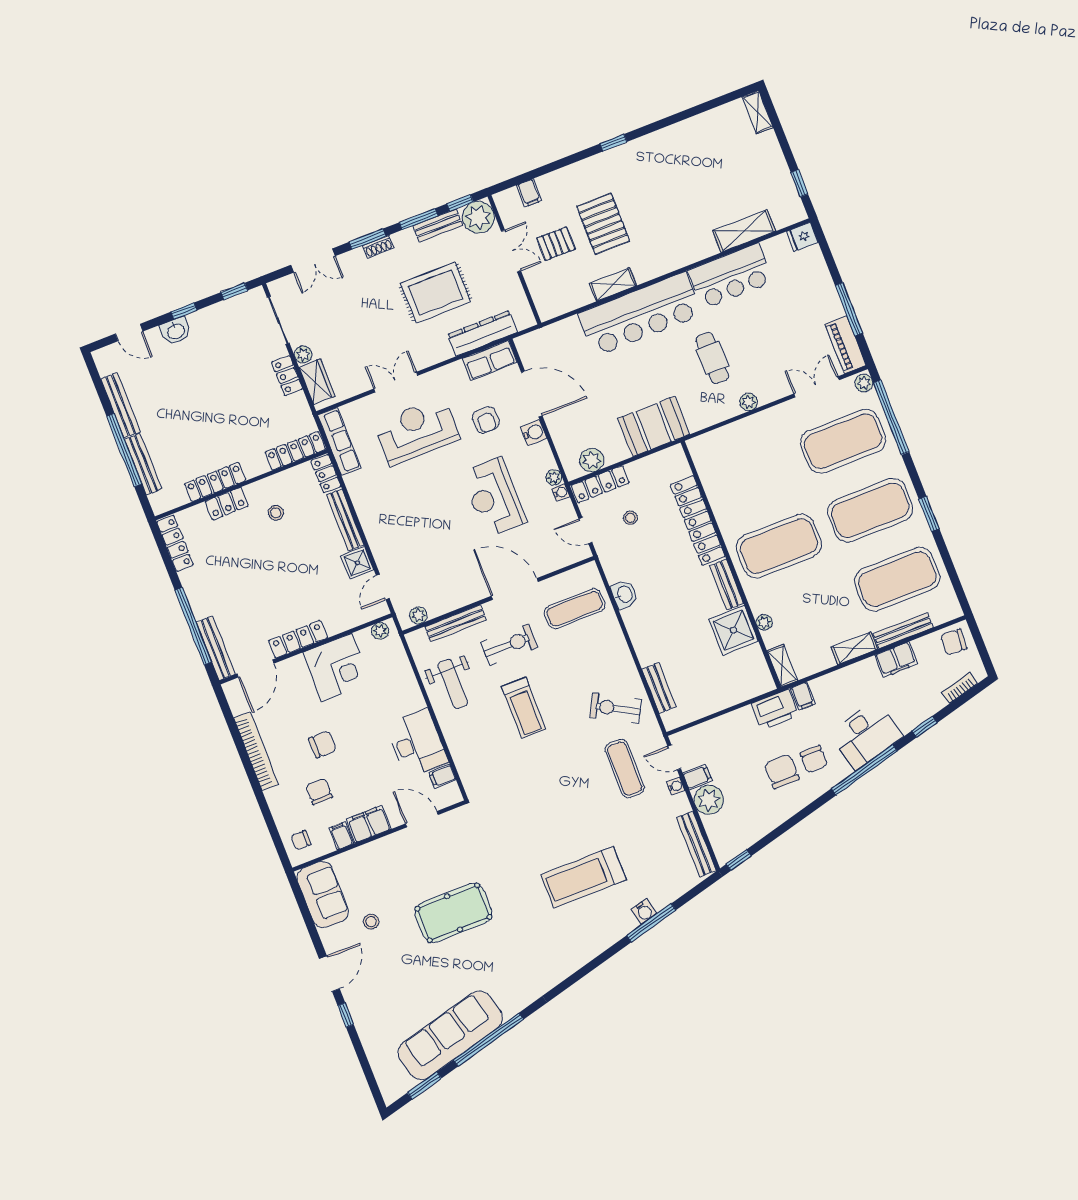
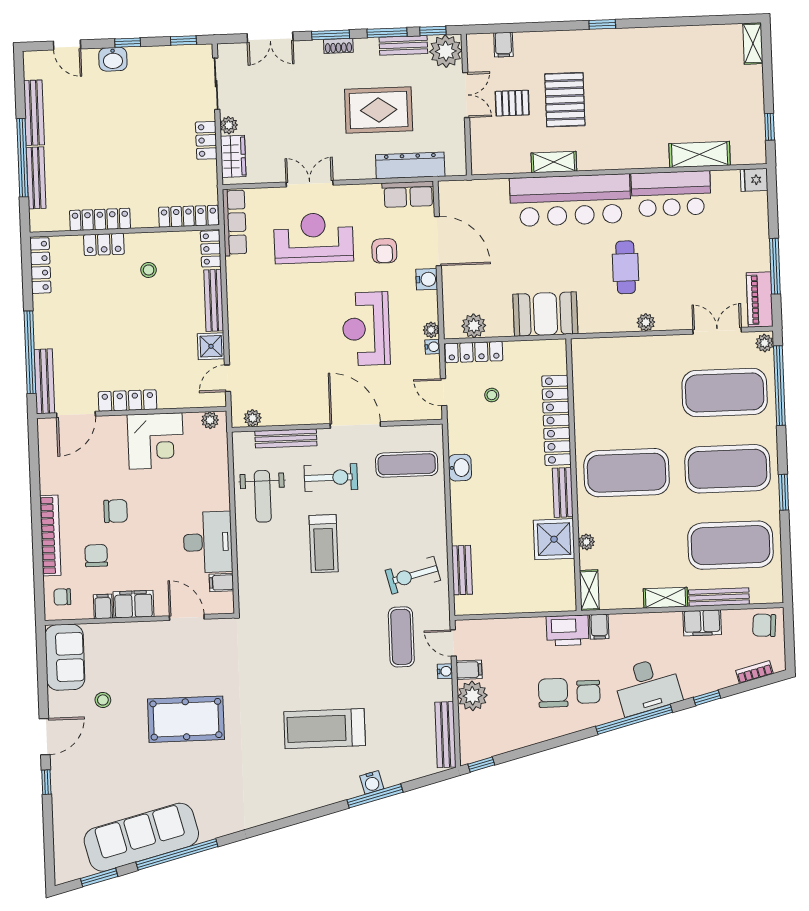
exercise bike: (616, 708) -> (413, 575), turned -43
bookcase: (256, 751) -> (50, 536), moved

